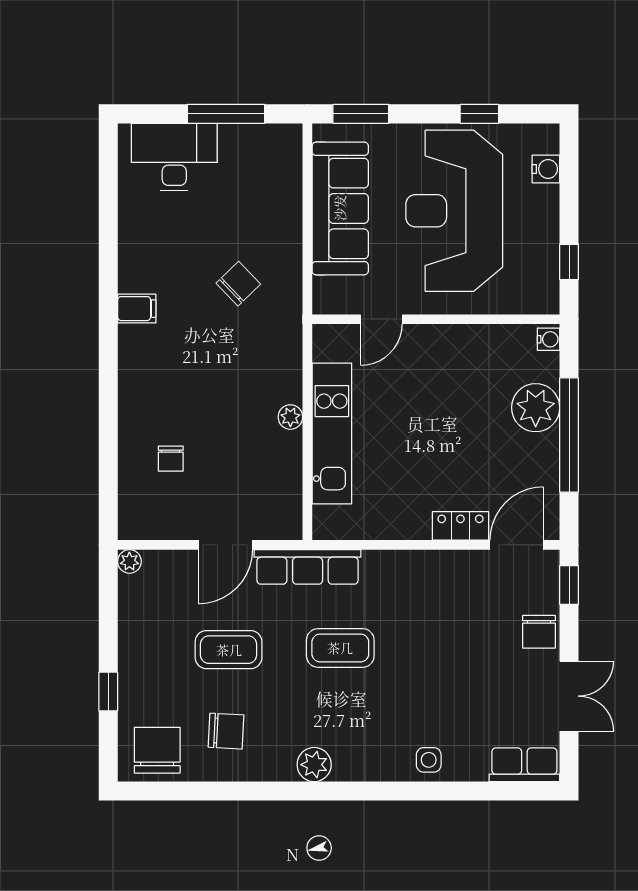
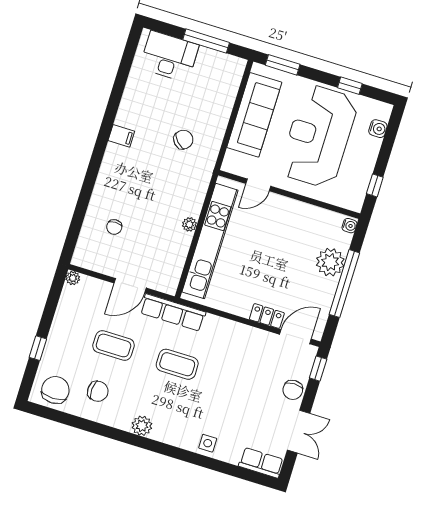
kitchen unit: (332, 434) -> (210, 241), width x1.36

